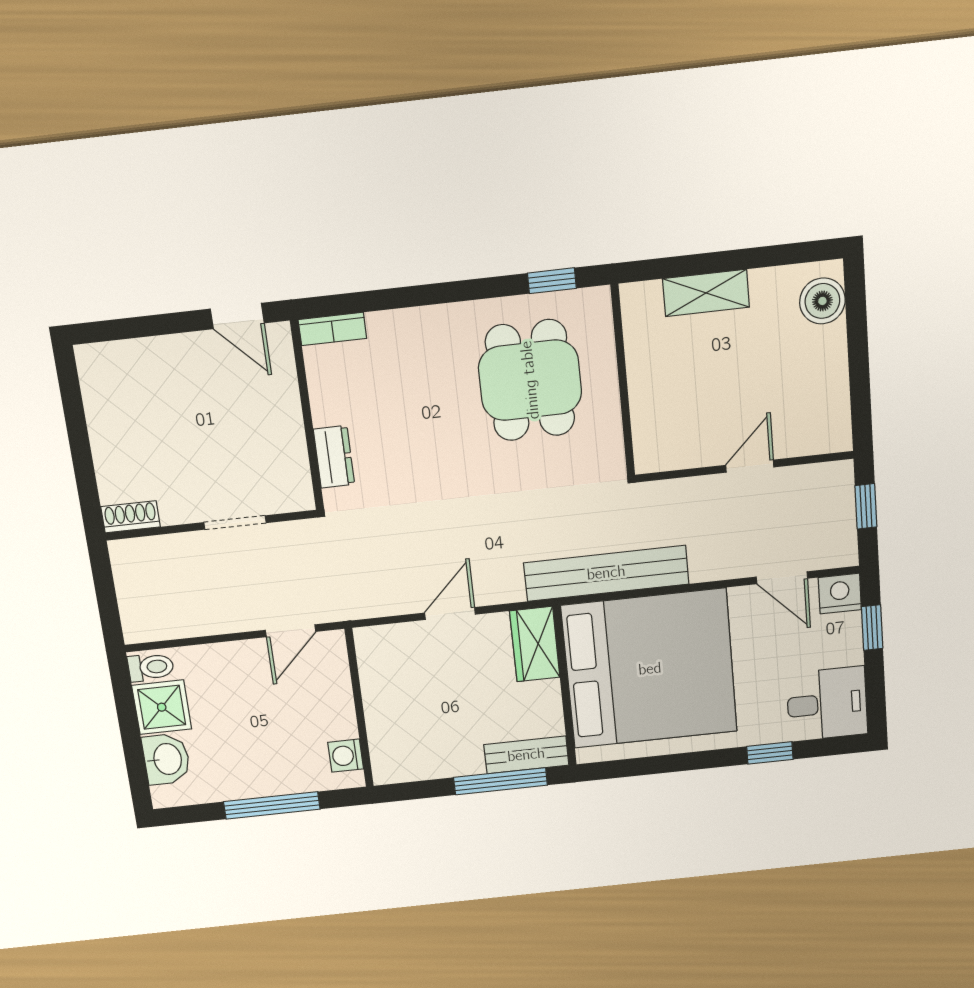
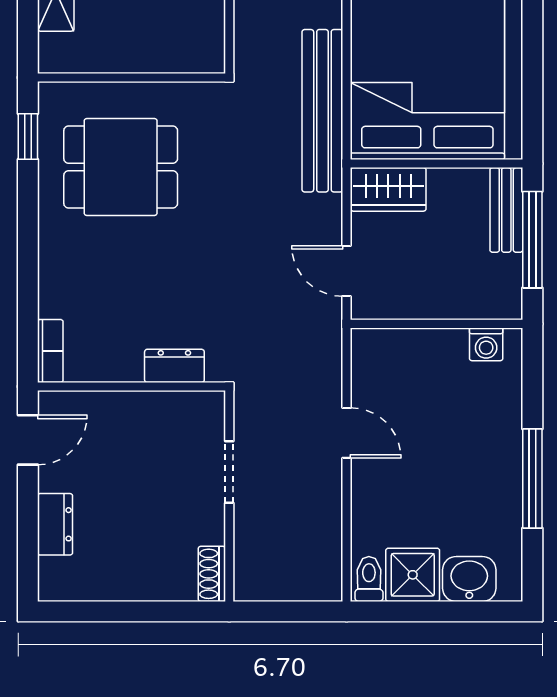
dresser: (155, 354) -> (55, 524), added
wall: (359, 708) -> (437, 324), moved
washing machine: (346, 756) -> (486, 344), moved

